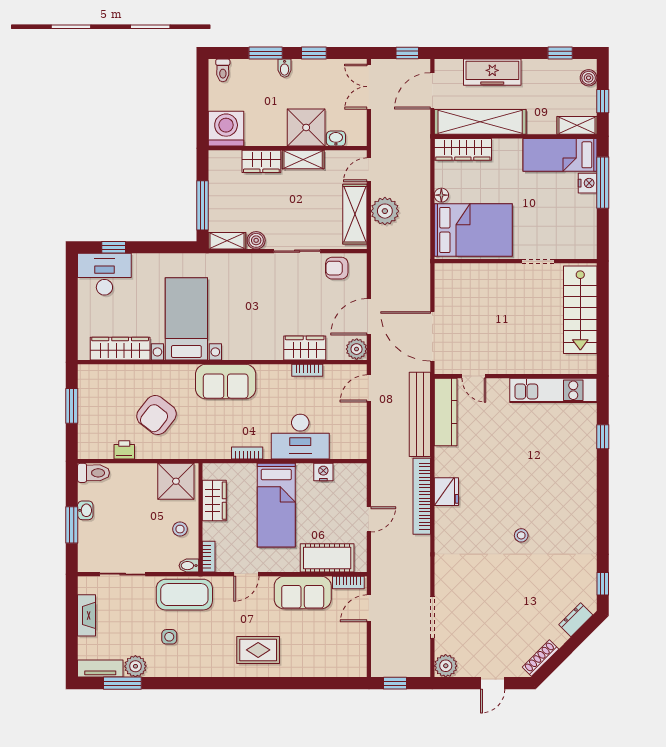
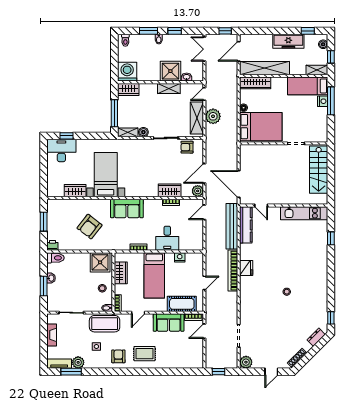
freezer: (492, 72) -> (288, 41), moved
wardrobe: (261, 161) -> (128, 89), moved
wardrobe: (120, 349) -> (75, 191), width x0.67
desk: (300, 437) -> (167, 238), width x0.73
printer: (124, 450) -> (52, 245), moved
armchair: (210, 655) -> (118, 356), added

